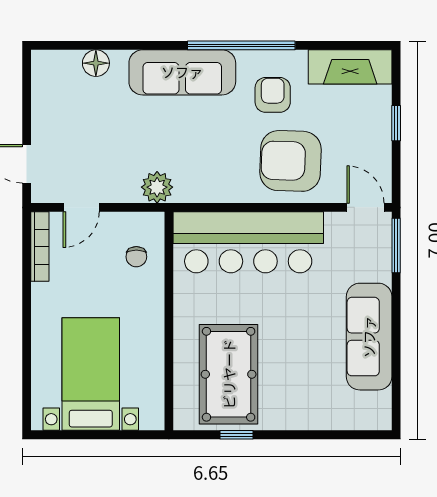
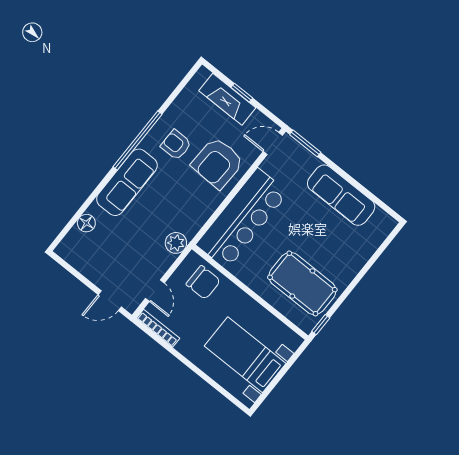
fireplace: (350, 67) -> (227, 99), moved, turned 90
chair: (136, 257) -> (203, 282), width x1.87, depth x1.87
window: (236, 435) -> (321, 325), moved

